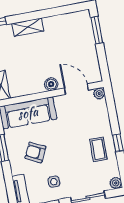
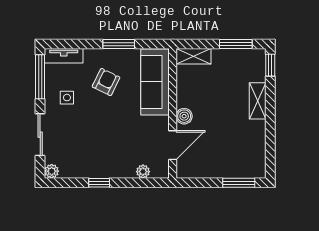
plant: (99, 93) -> (143, 172), moved
coffee table: (98, 149) -> (96, 158), removed

